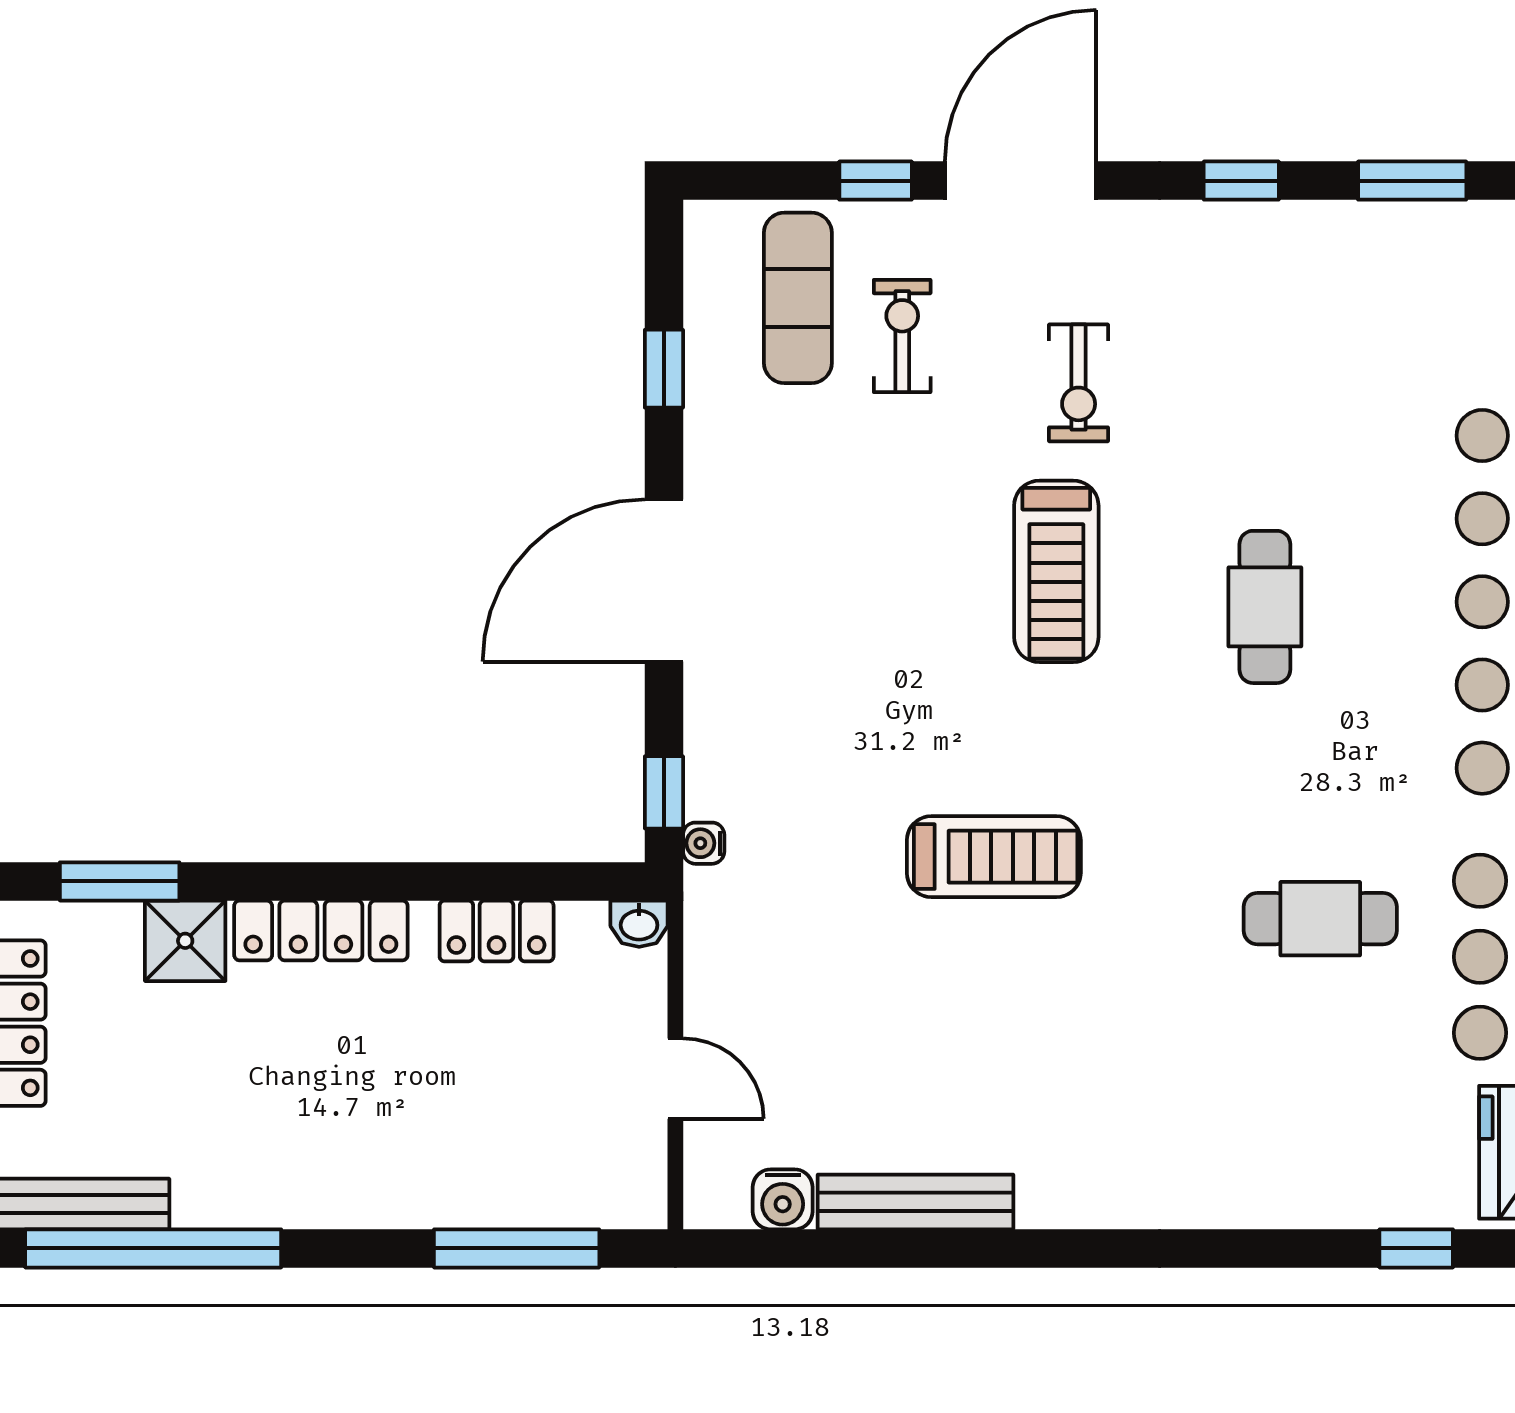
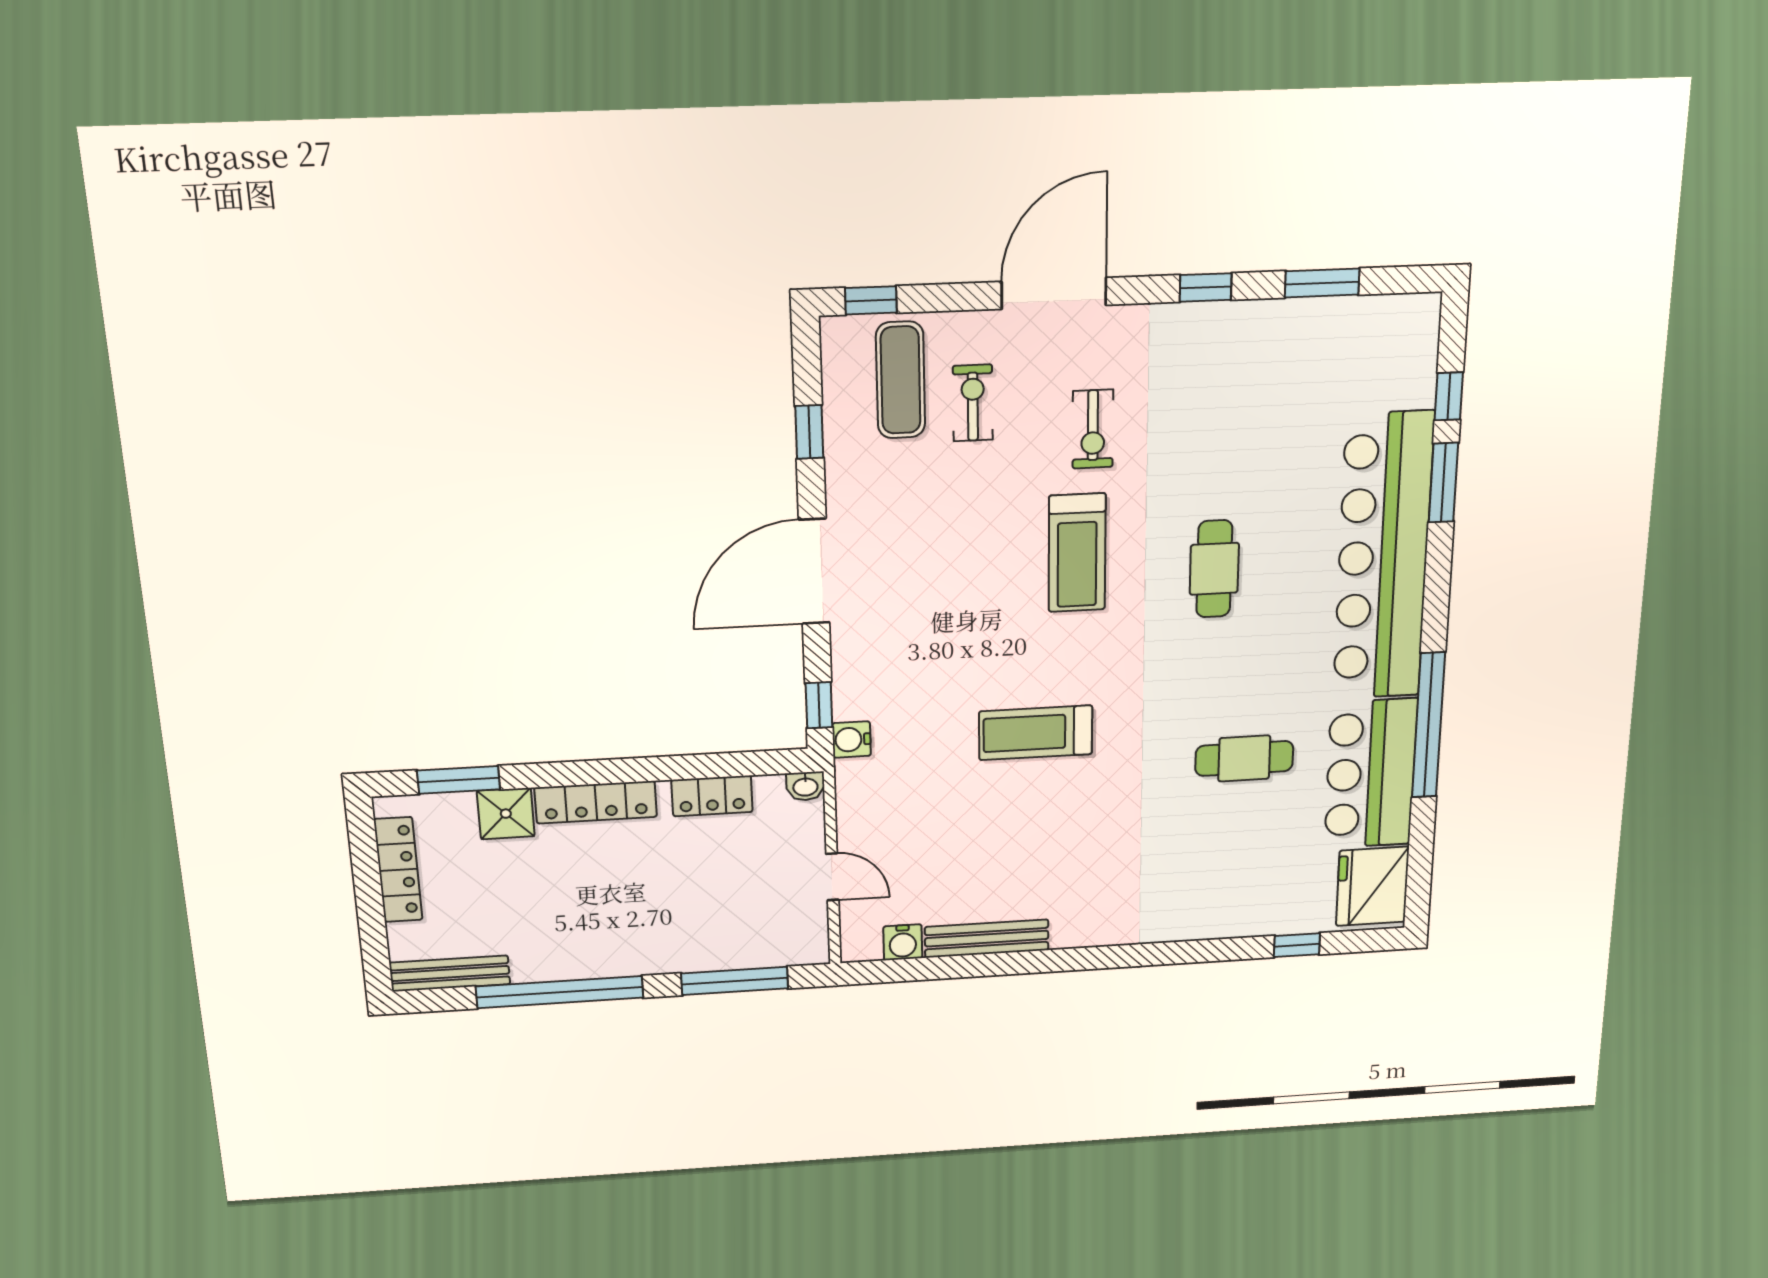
window: (876, 181) -> (871, 300), moved
water cooler: (704, 843) -> (851, 740), width x1.38, depth x1.38
treadmill: (994, 857) -> (1036, 733), turned 180
window: (153, 1248) -> (560, 992), moved

